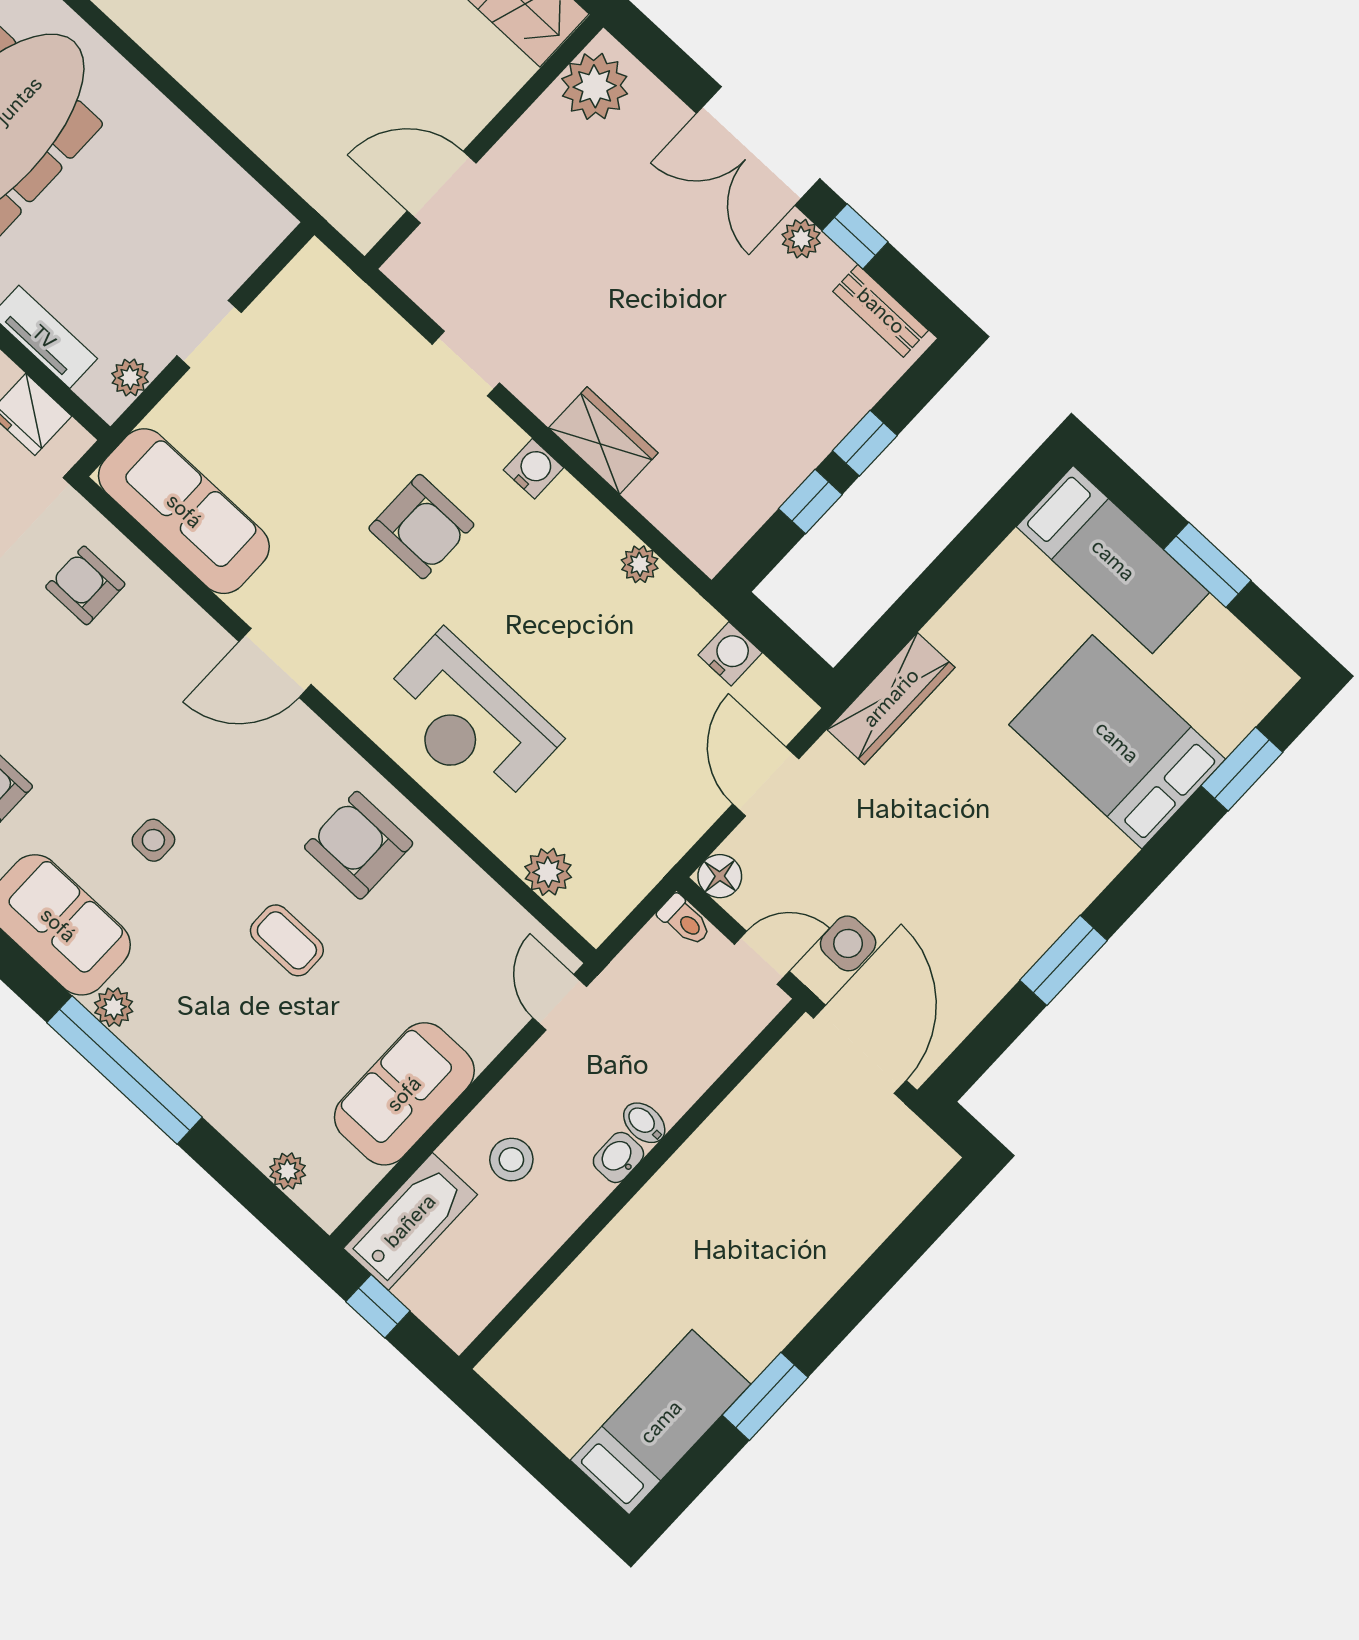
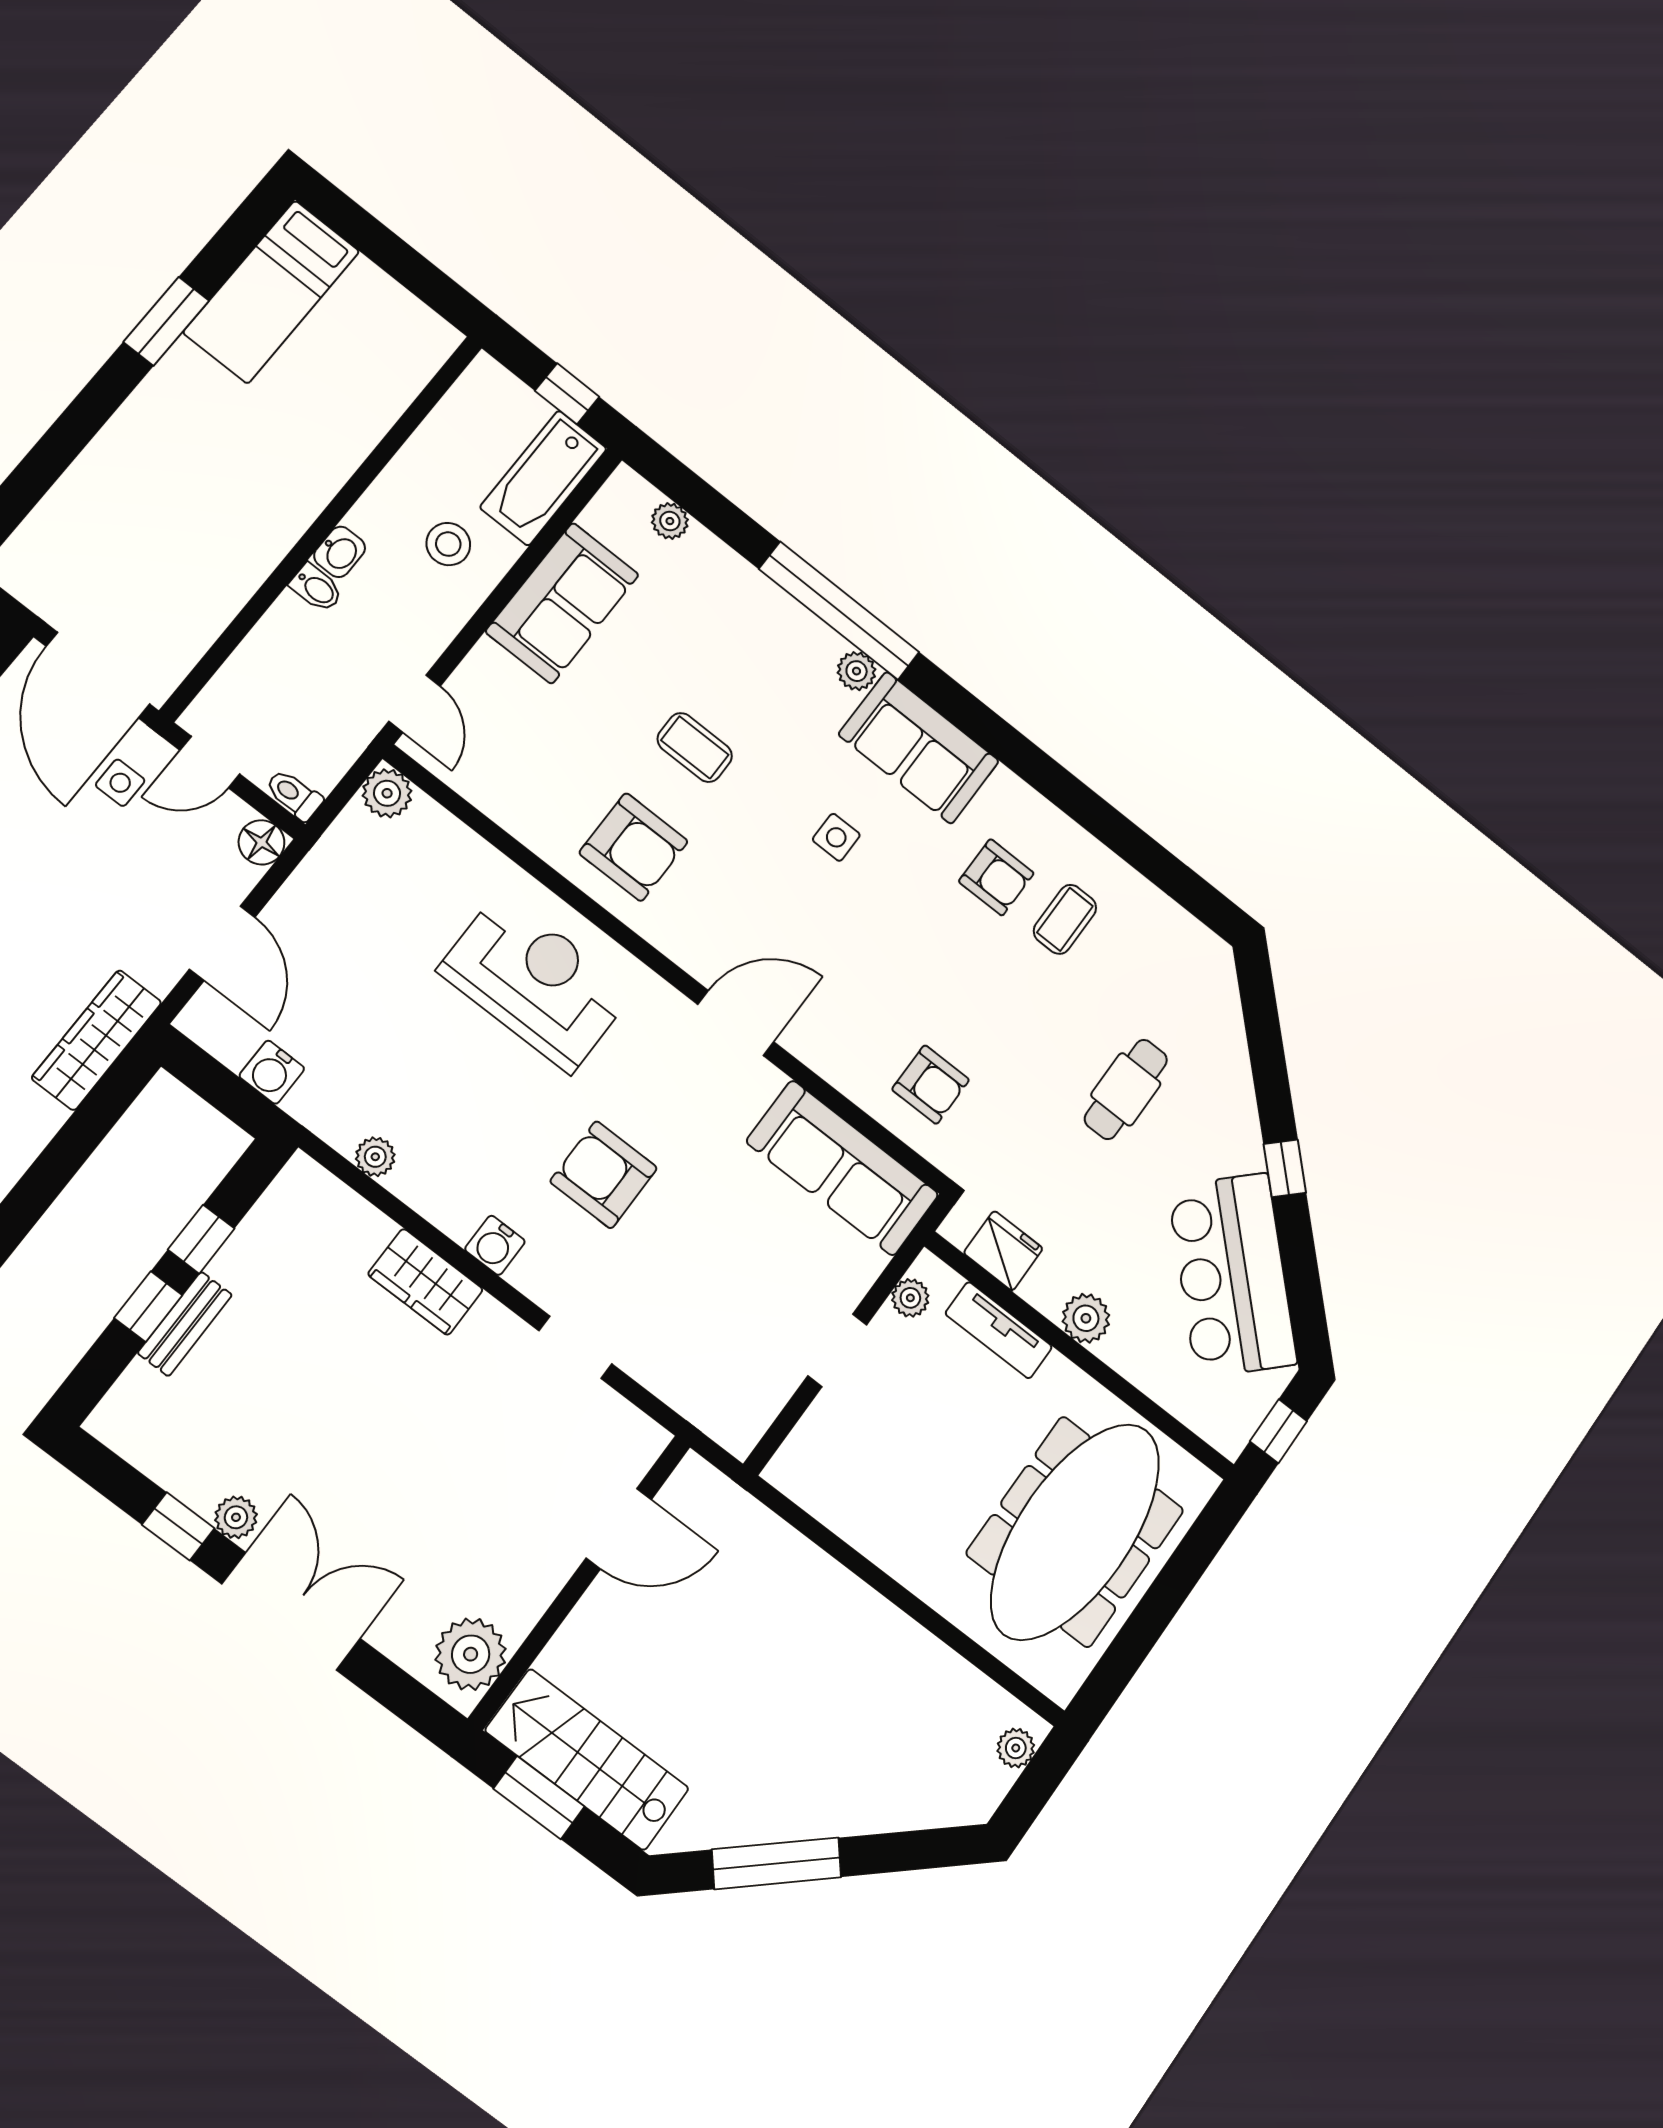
bench: (881, 311) -> (185, 1324), moved, turned 90
plant: (548, 872) -> (387, 793), moved
side table: (848, 943) -> (120, 783), width x0.73, depth x0.73

